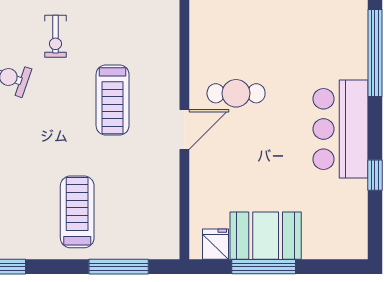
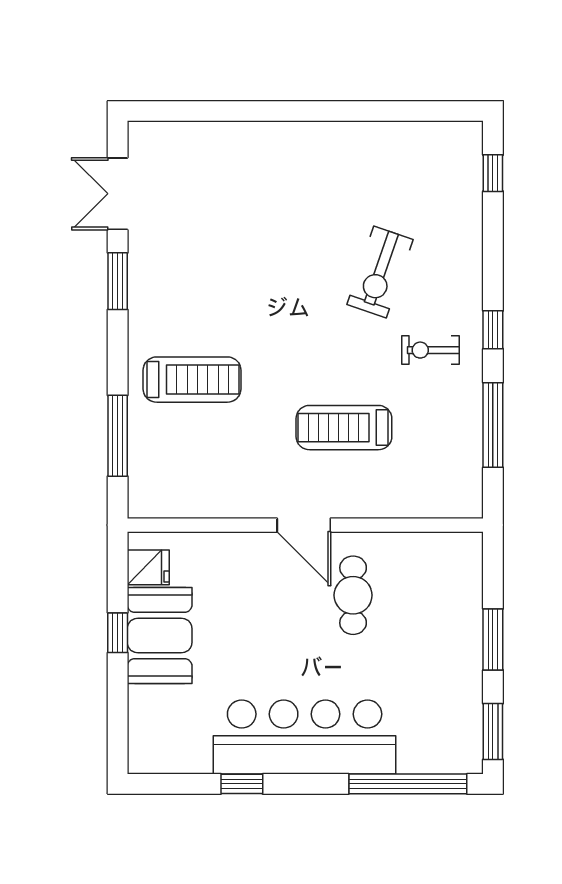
bar counter: (340, 129) -> (305, 737), width x1.36
window: (264, 267) -> (118, 633), width x0.46

